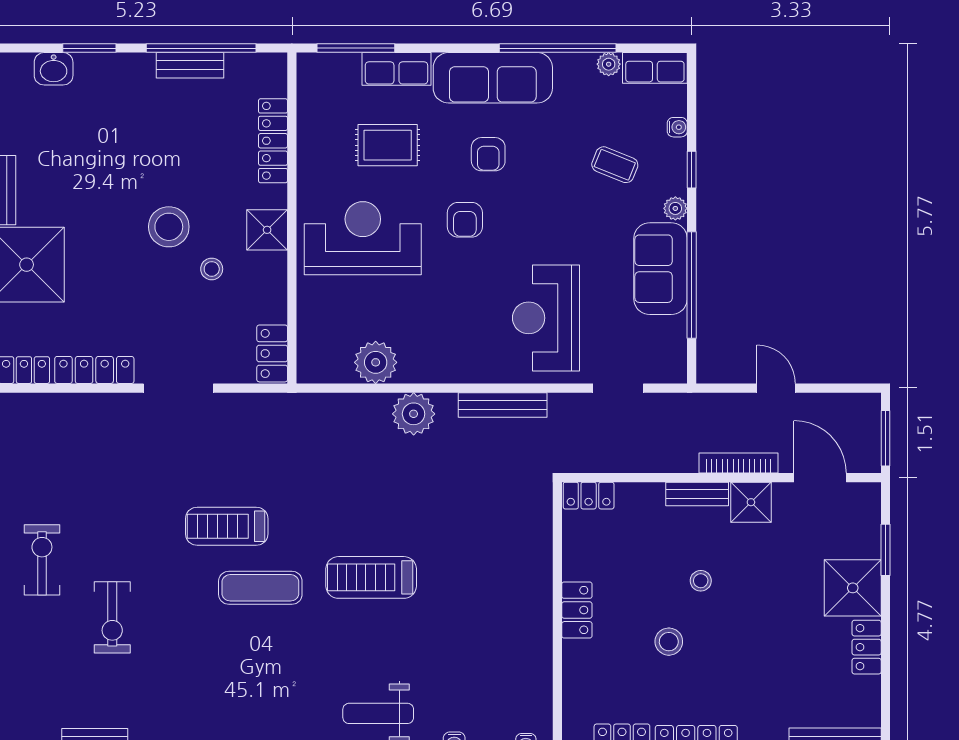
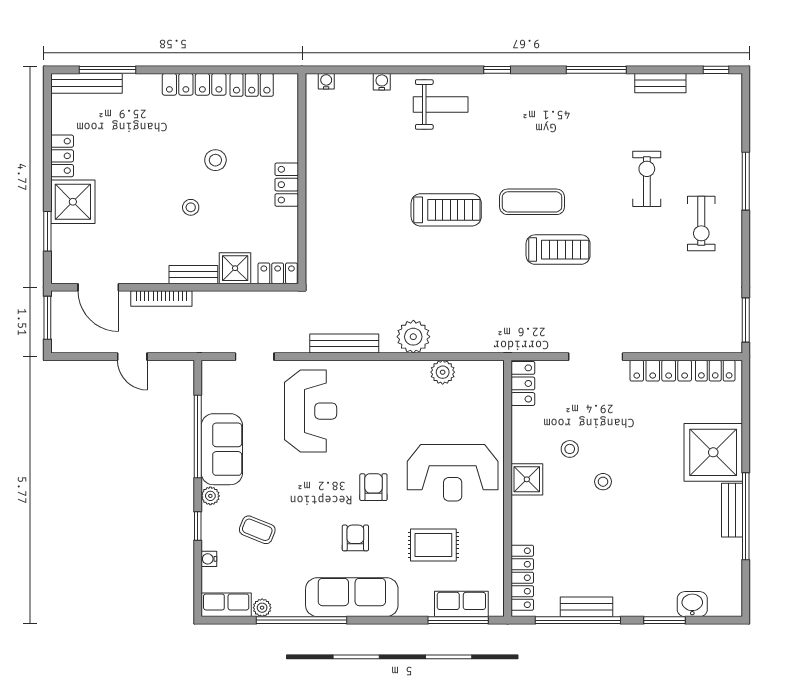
row of seats: (396, 69) -> (461, 604), moved
locker: (273, 141) -> (522, 578), moved
stool: (169, 227) -> (603, 482), width x0.53, depth x0.53
plant: (376, 362) -> (443, 372), width x0.73, depth x0.73
shower: (751, 502) -> (235, 268), moved

